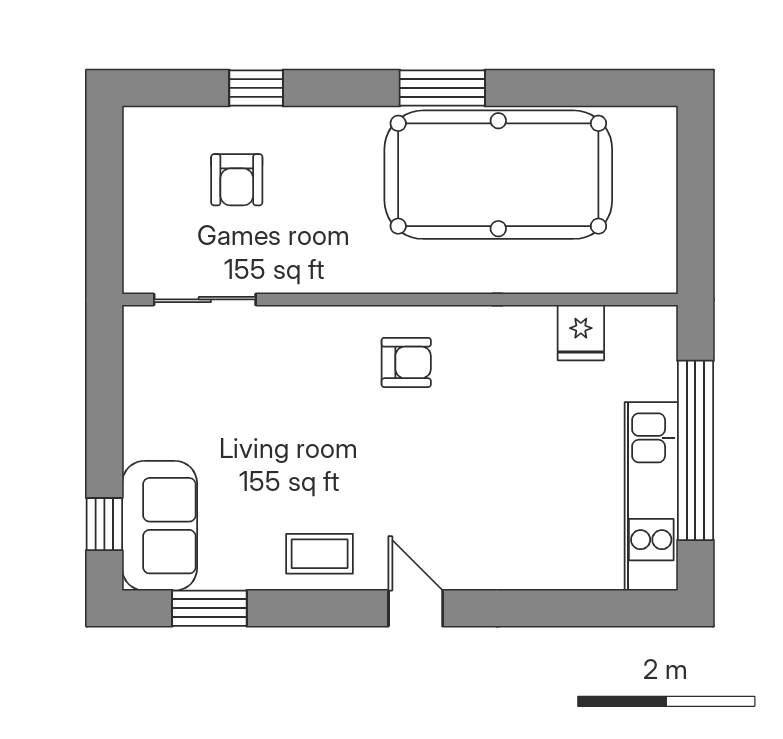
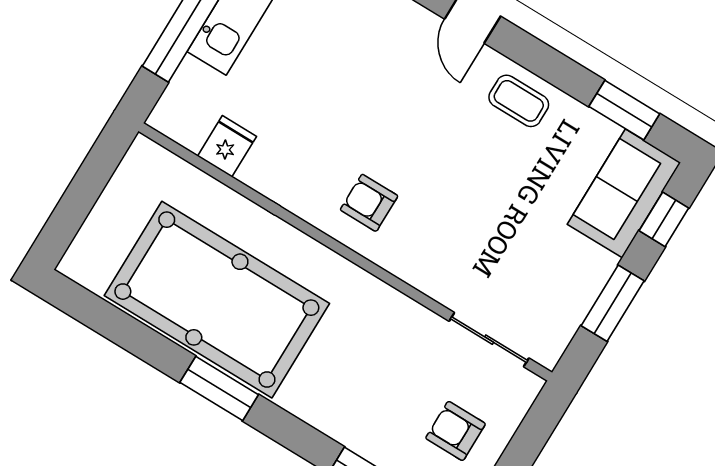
armchair: (237, 180) -> (456, 431), moved, turned -90
window: (104, 410) -> (613, 303), added

